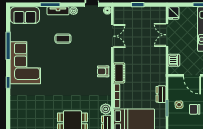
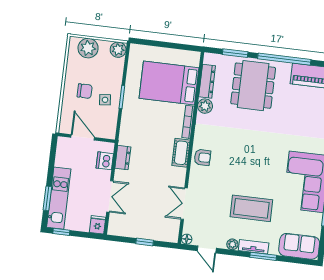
coffee table: (63, 39) -> (251, 208), width x1.86, depth x1.72
dresser: (161, 94) -> (123, 158), moved

